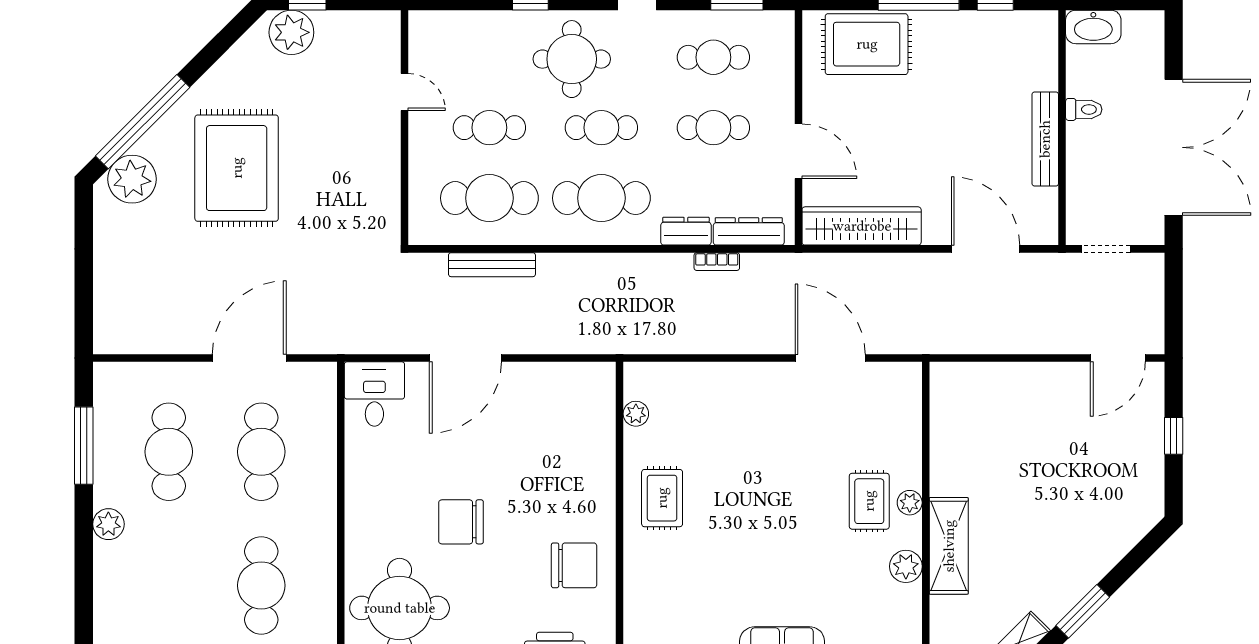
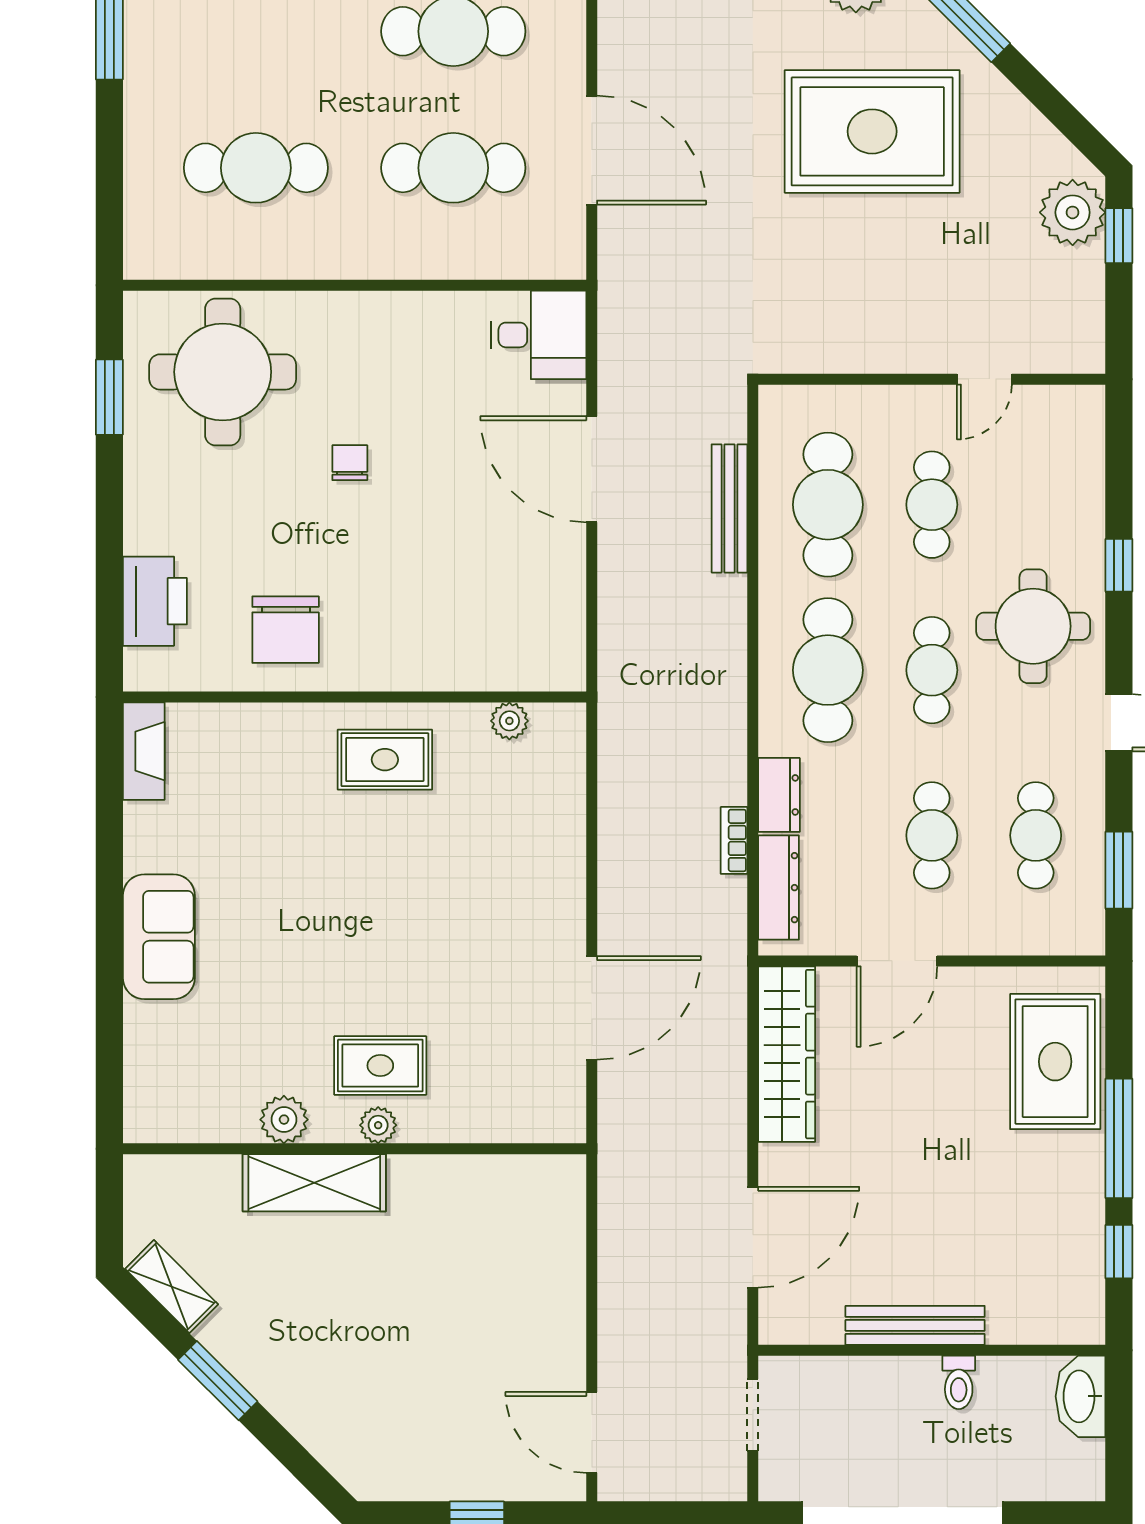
chair: (461, 522) -> (350, 463), width x0.54, depth x0.54

